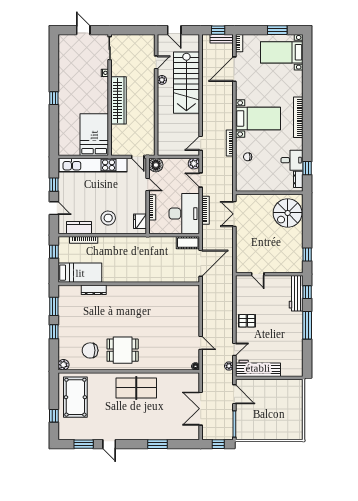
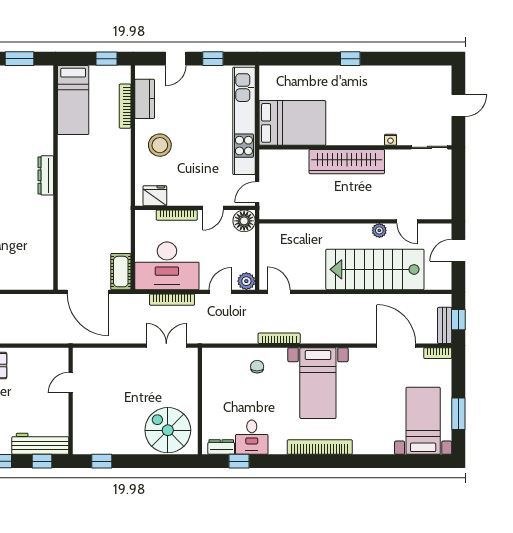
dresser: (94, 290) -> (46, 175), moved

